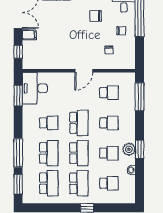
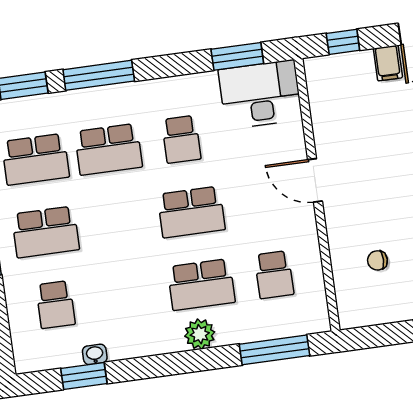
door: (84, 71) -> (315, 180), moved
school desk: (109, 123) -> (201, 285), width x1.85
plant: (129, 149) -> (200, 334), moved
window: (140, 149) -> (84, 376), moved
school desk: (79, 153) -> (118, 222), removed
school desk: (109, 153) -> (128, 295), removed

